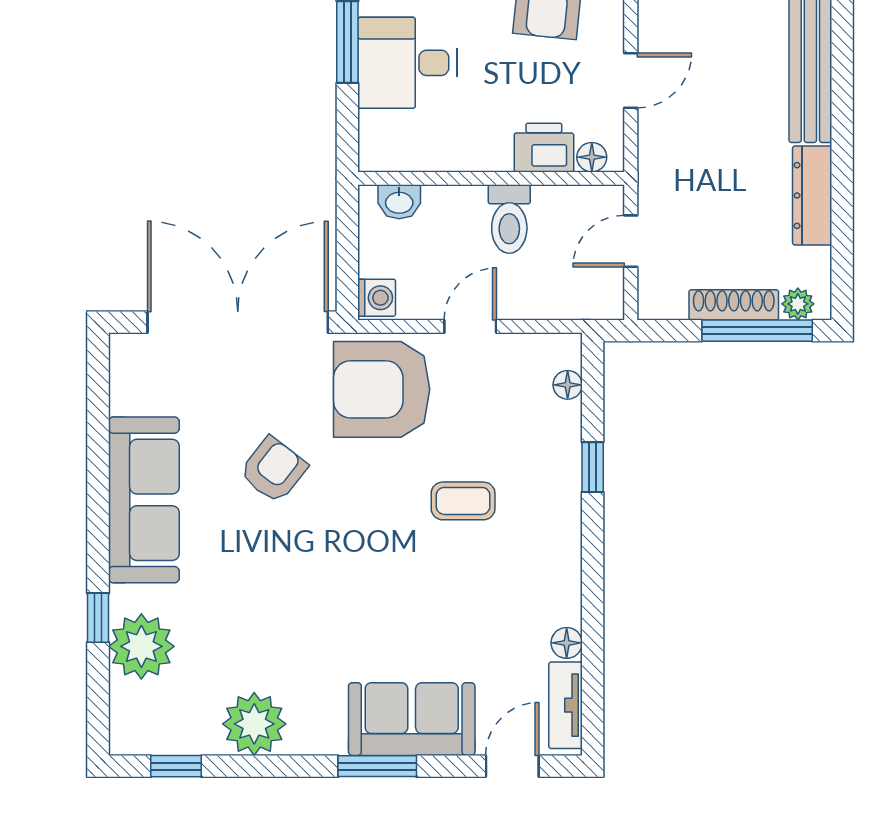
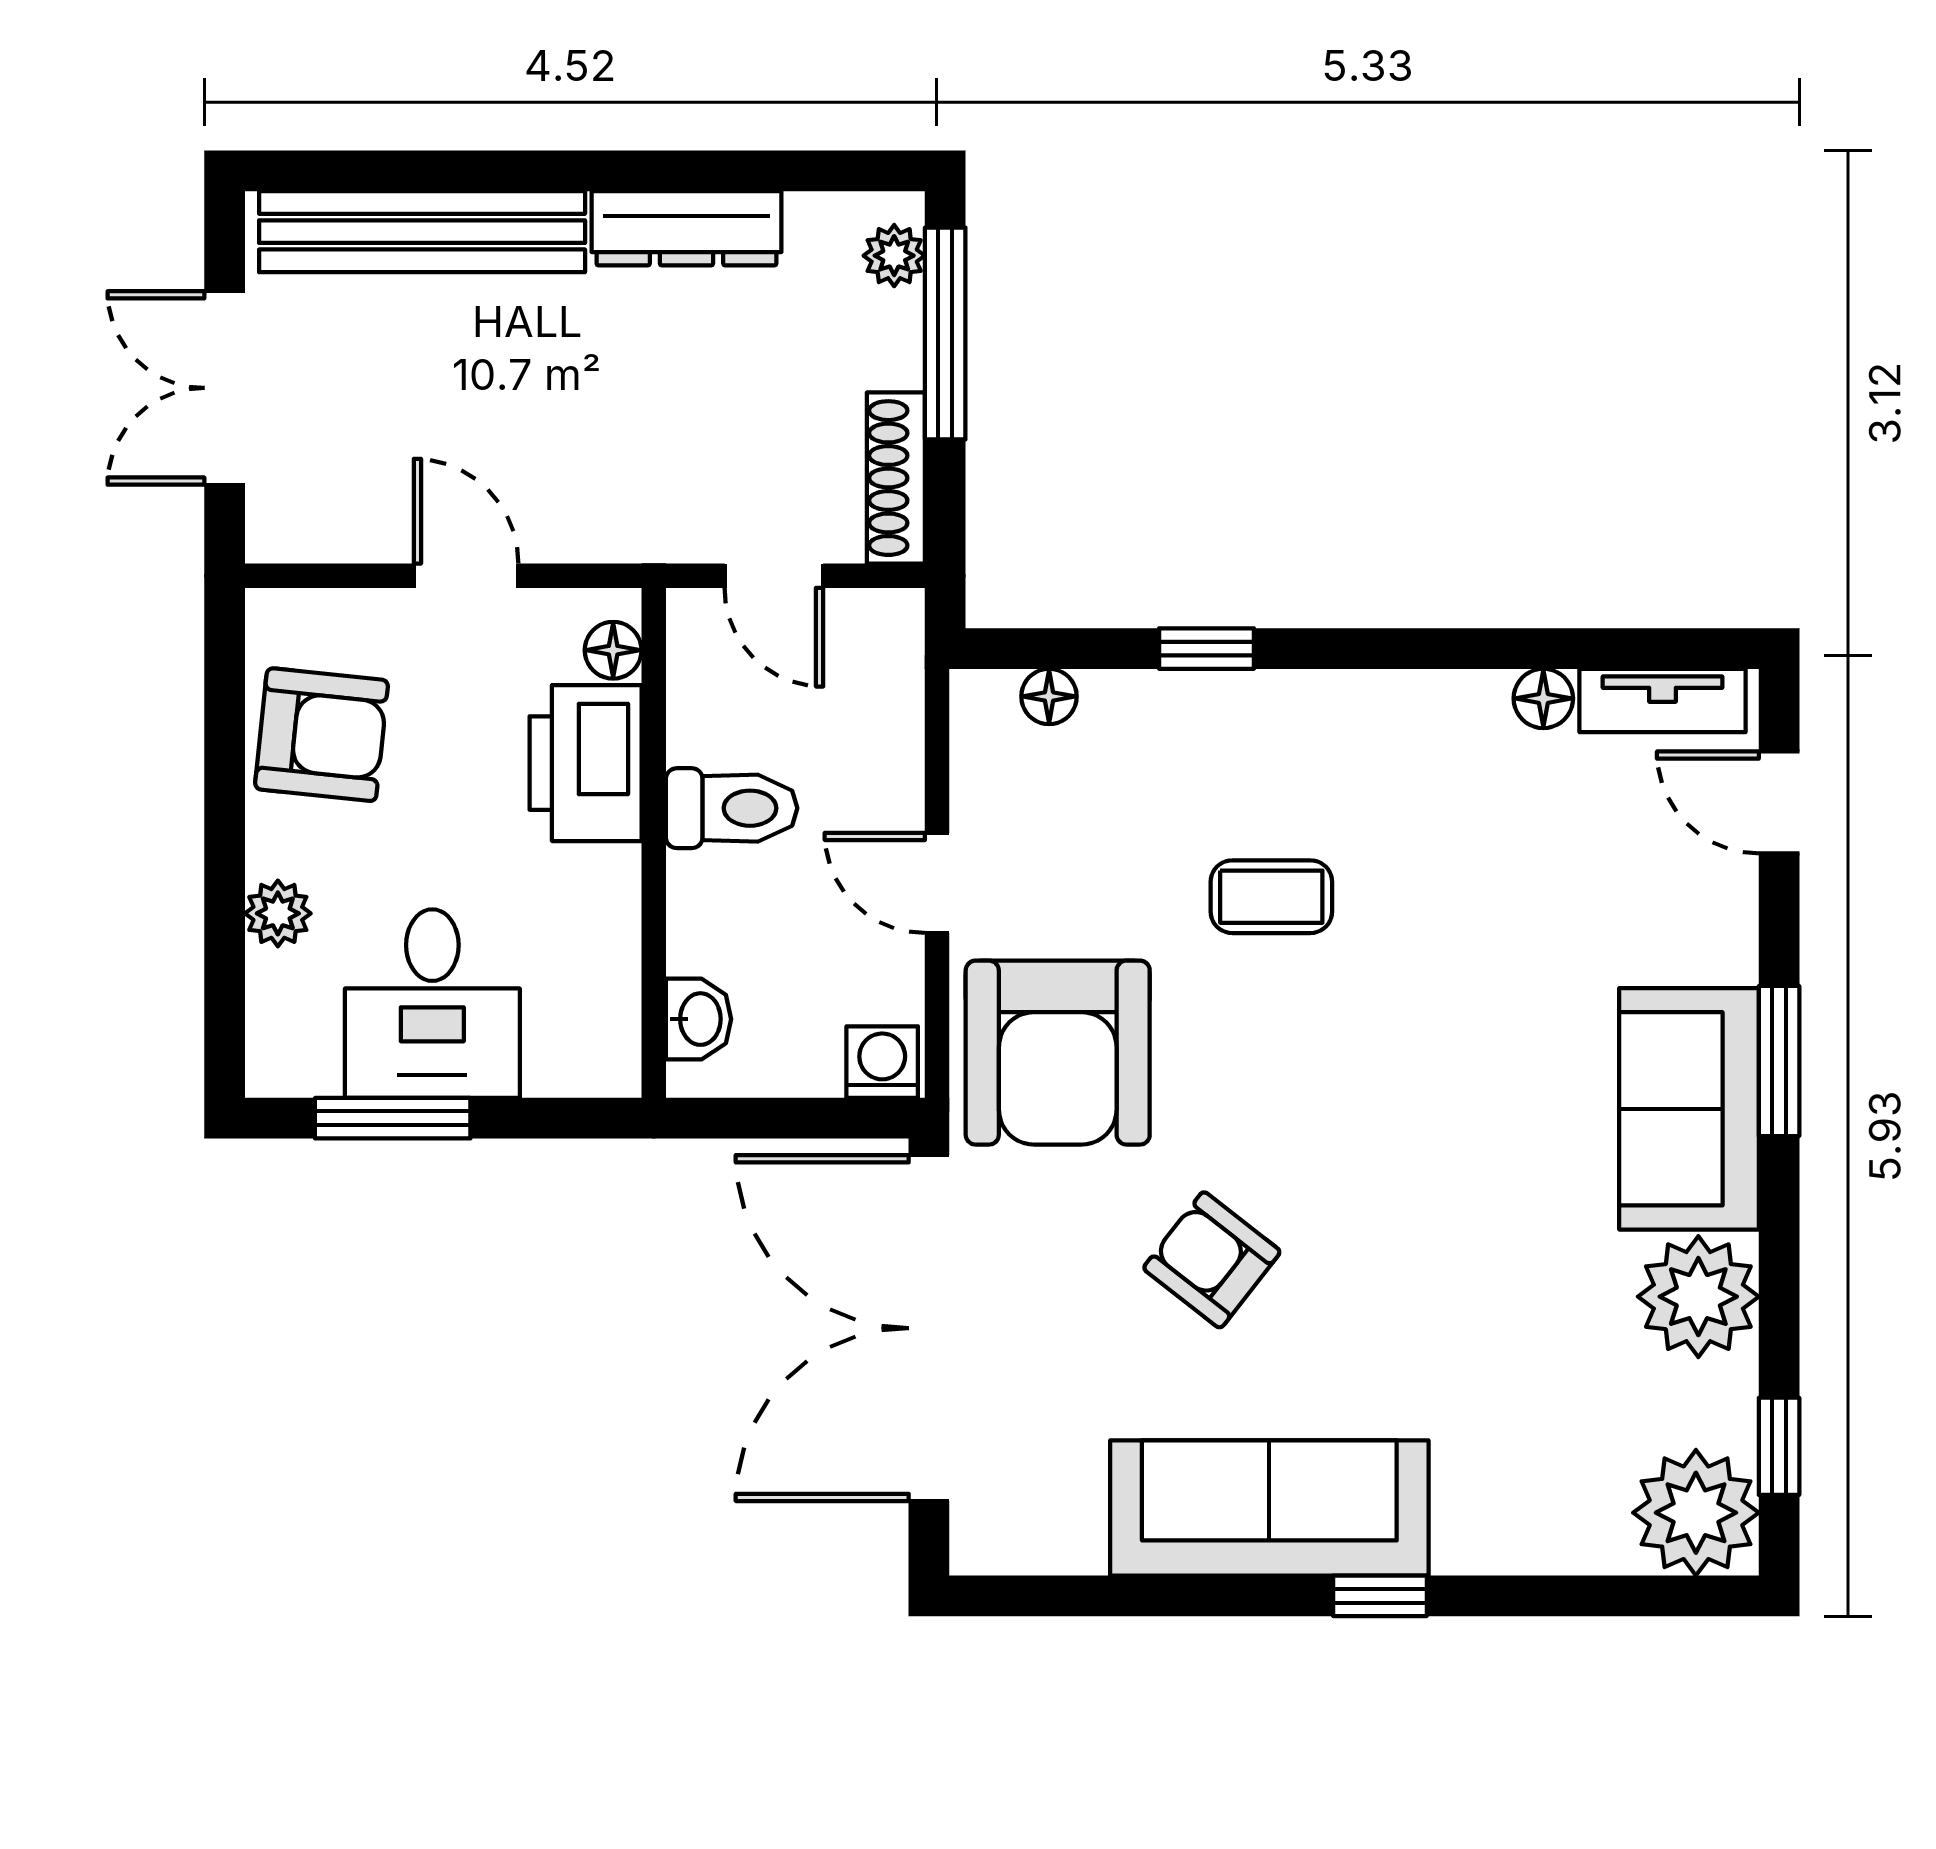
printer: (544, 148) -> (586, 763), width x1.37, depth x1.19
shoe rack: (734, 305) -> (896, 478), moved
coffee table: (463, 501) -> (1271, 897), turned 90
window: (98, 618) -> (1380, 1596), moved
plant: (141, 646) -> (1696, 1513), moved
sofa: (412, 719) -> (1689, 1109), moved

